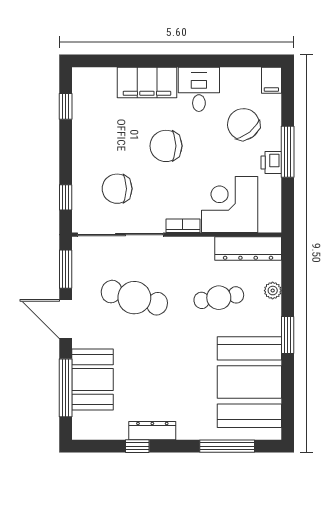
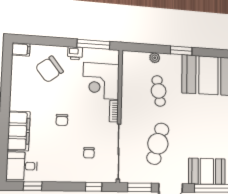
desk: (199, 89) -> (22, 166), moved
chair: (166, 146) -> (62, 120), width x0.54, depth x0.54
window: (288, 152) -> (94, 44), moved
chair: (117, 189) -> (89, 153), width x0.54, depth x0.54
dresser: (248, 249) -> (129, 71), removed

